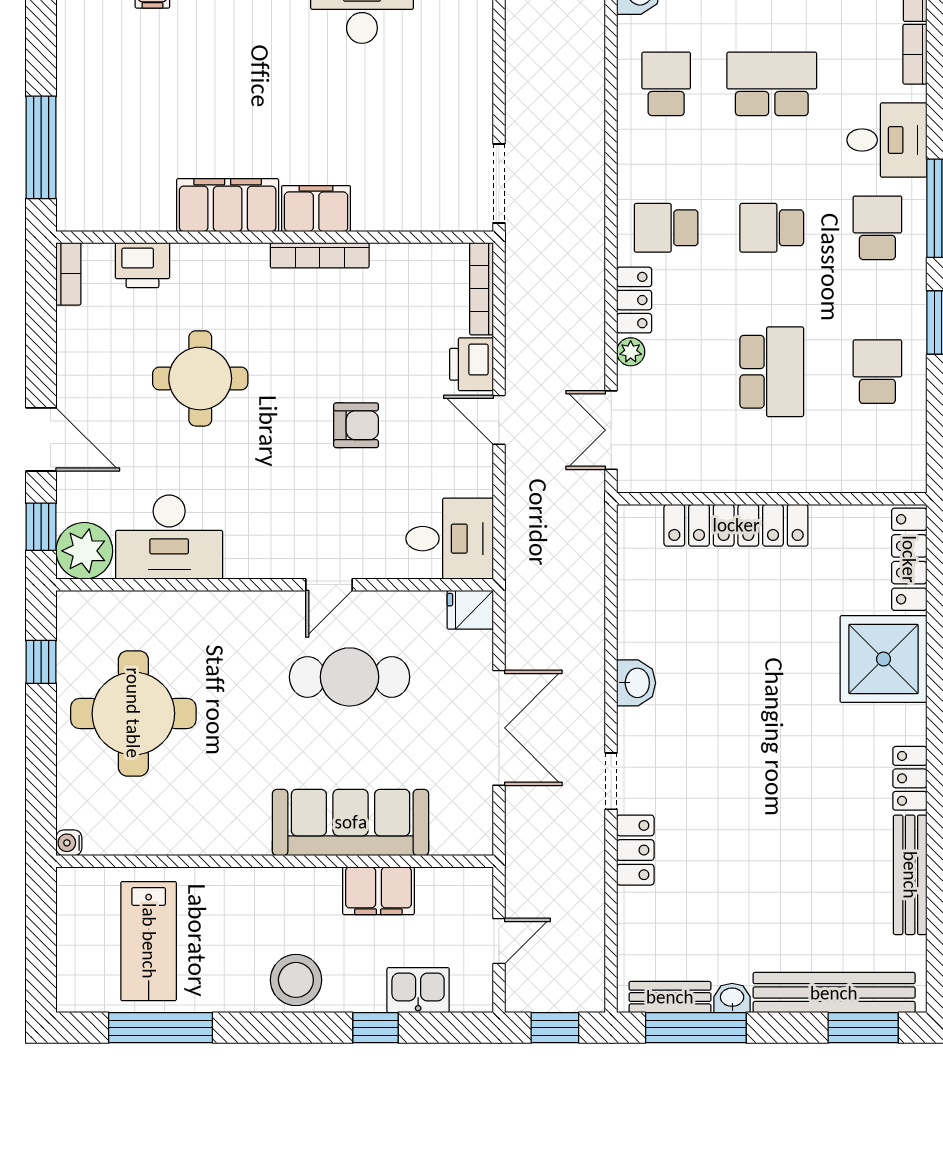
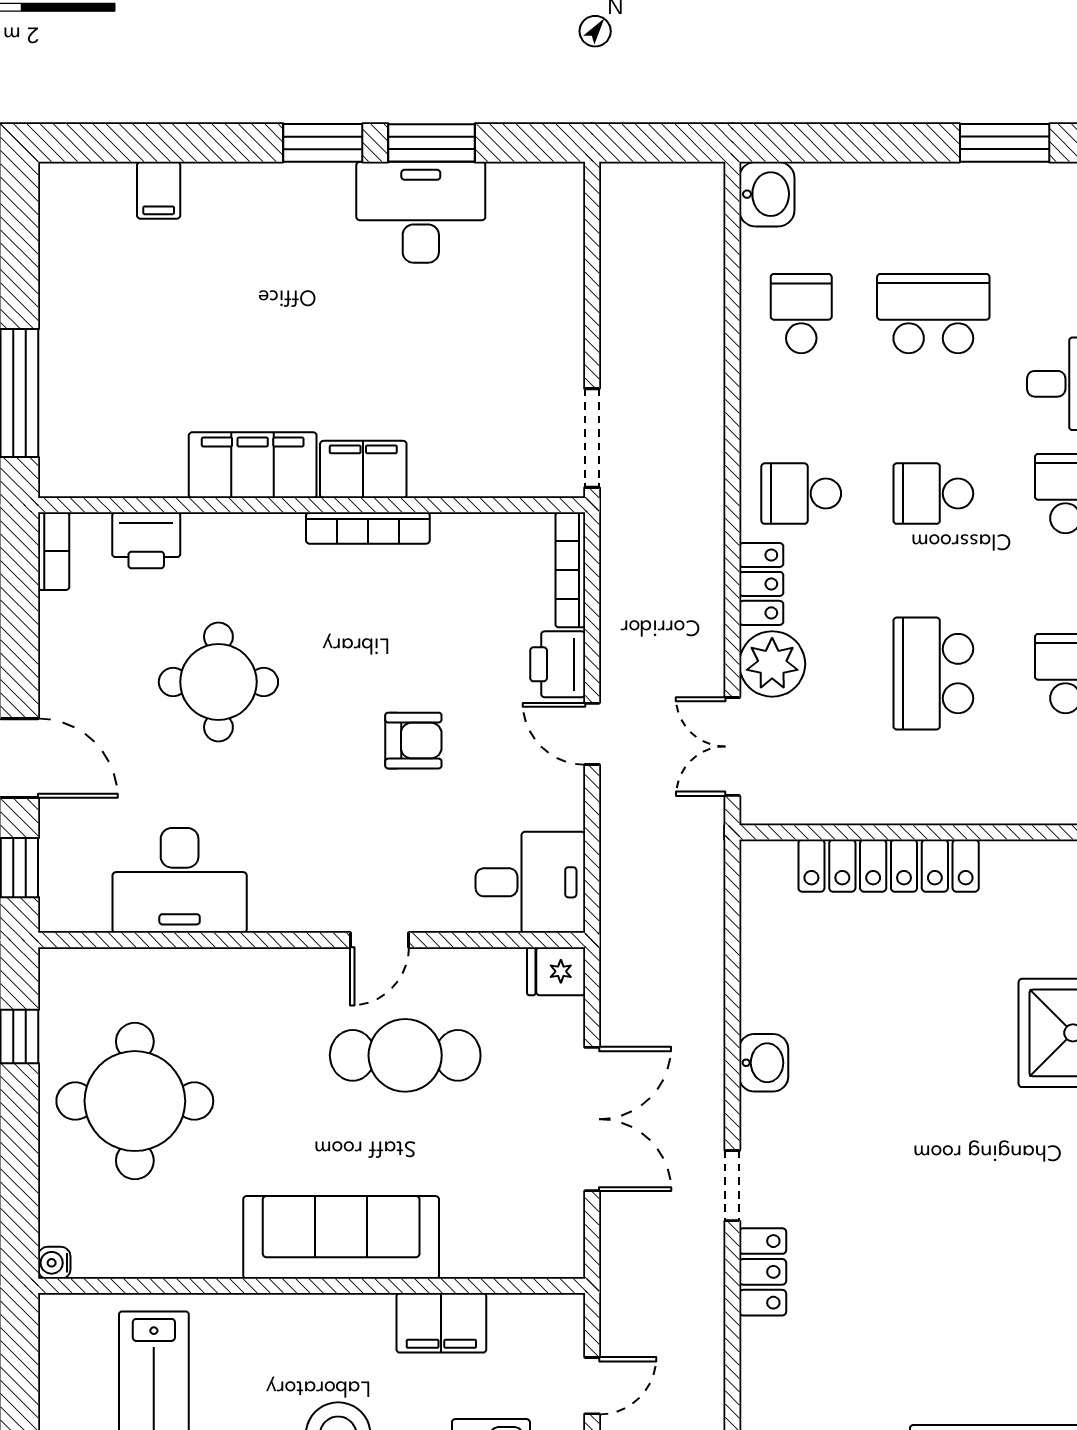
plant: (631, 352) -> (772, 664), width x1.88, depth x1.88
school desk: (772, 372) -> (933, 674), turned 180
plant: (84, 551) -> (73, 898), removed
sofa: (351, 822) -> (341, 1237), moved

